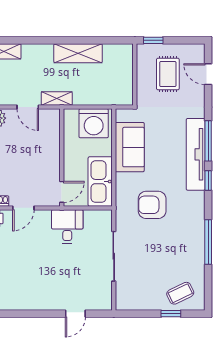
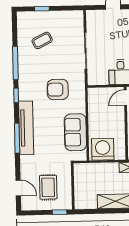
window: (208, 181) -> (16, 95), moved
kitchen sink: (100, 182) -> (97, 106), removed
armchair: (152, 205) -> (58, 90), turned 180
coffee table: (180, 293) -> (42, 40), moved

